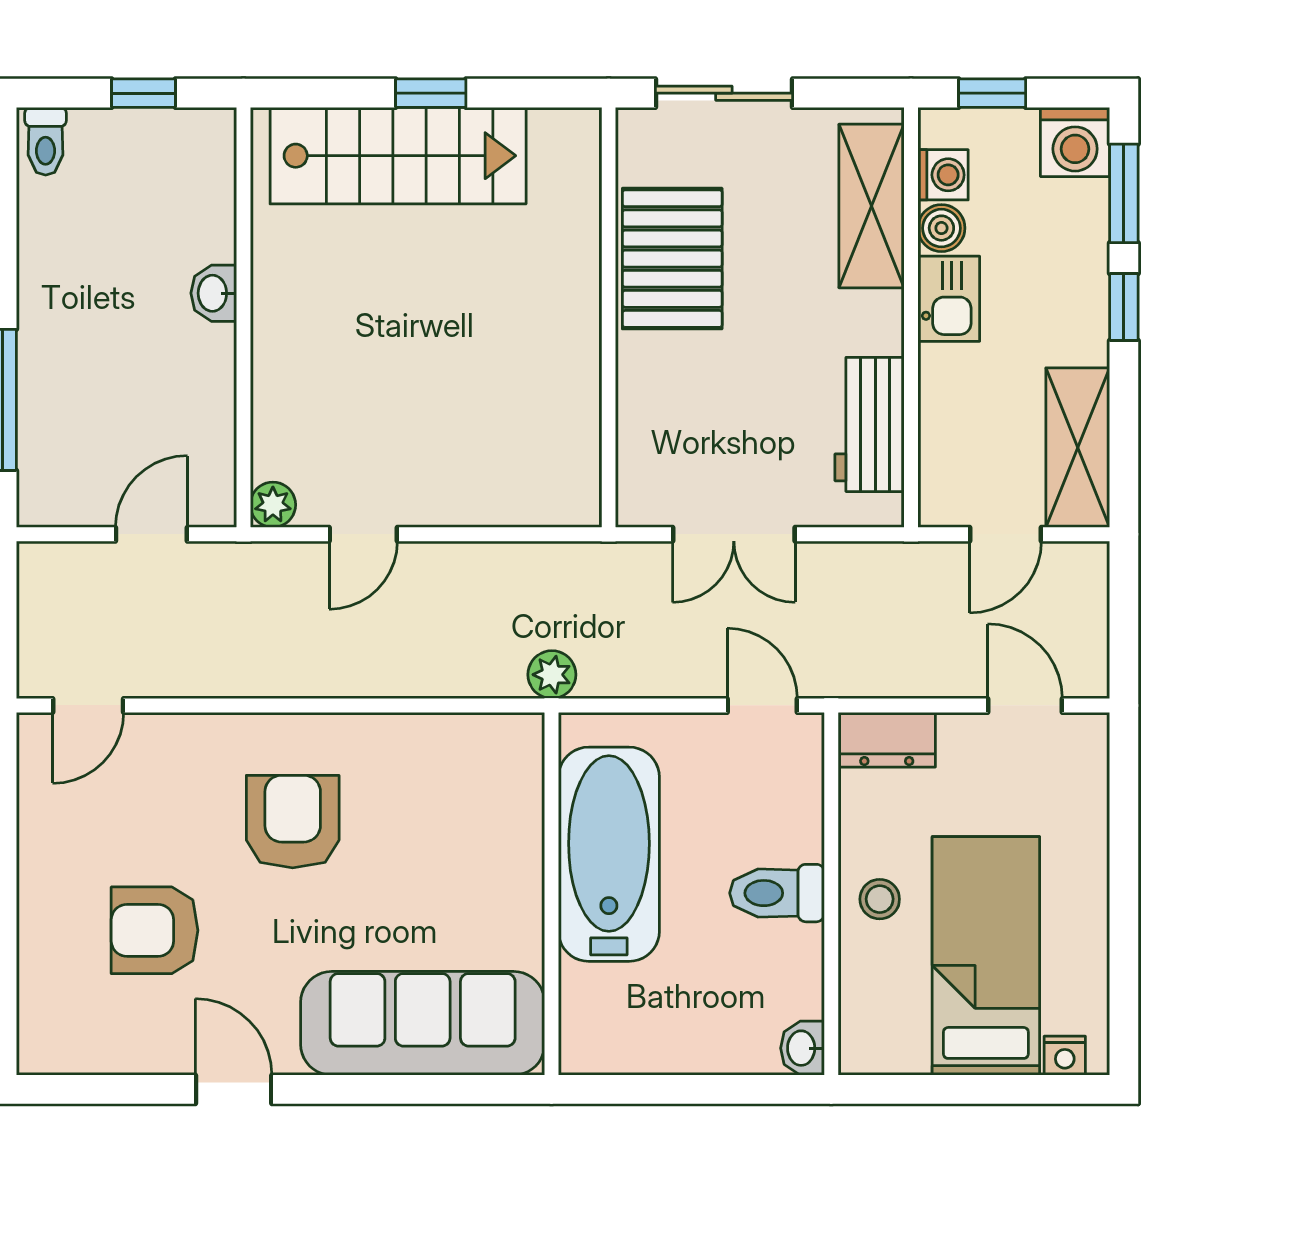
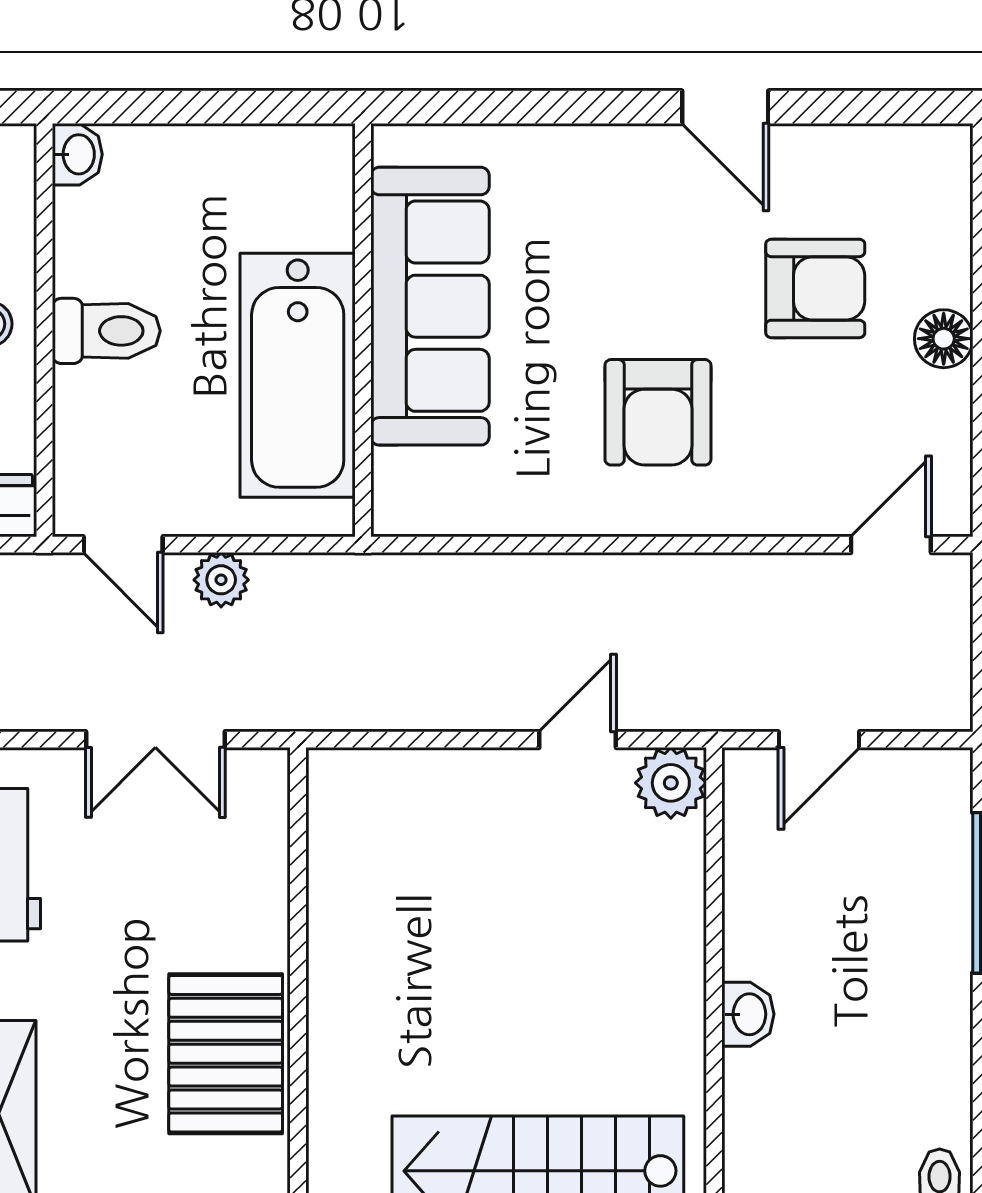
plant: (273, 505) -> (671, 783), width x1.38, depth x1.38
double door: (734, 534) -> (155, 740), swing flipped
plant: (552, 675) -> (221, 580), moved
floor lamp: (42, 886) -> (944, 339), added
sofa: (423, 1023) -> (430, 306), moved, turned -90

